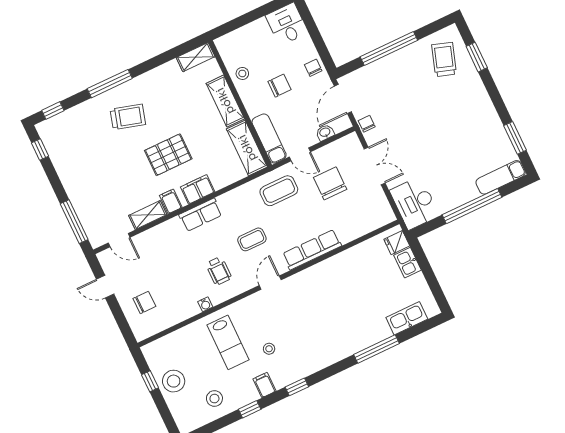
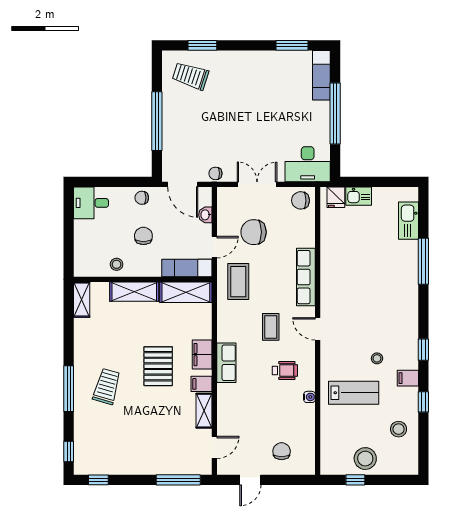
chair: (379, 212) -> (301, 200), added

